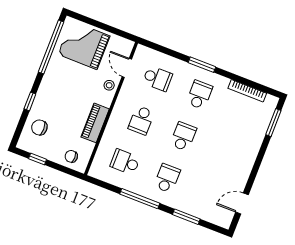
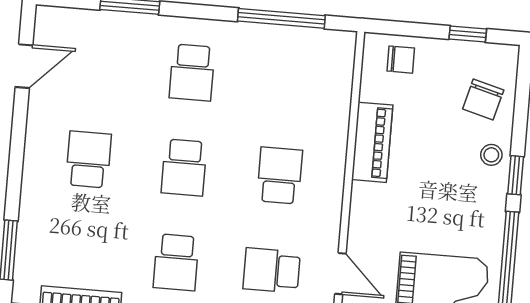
stool: (109, 85) -> (491, 155), moved
window: (30, 101) -> (516, 175), moved
chair: (39, 127) -> (483, 99), turned 105
school desk: (125, 162) -> (88, 159), moved, turned -90
window: (140, 199) -> (281, 18), moved

